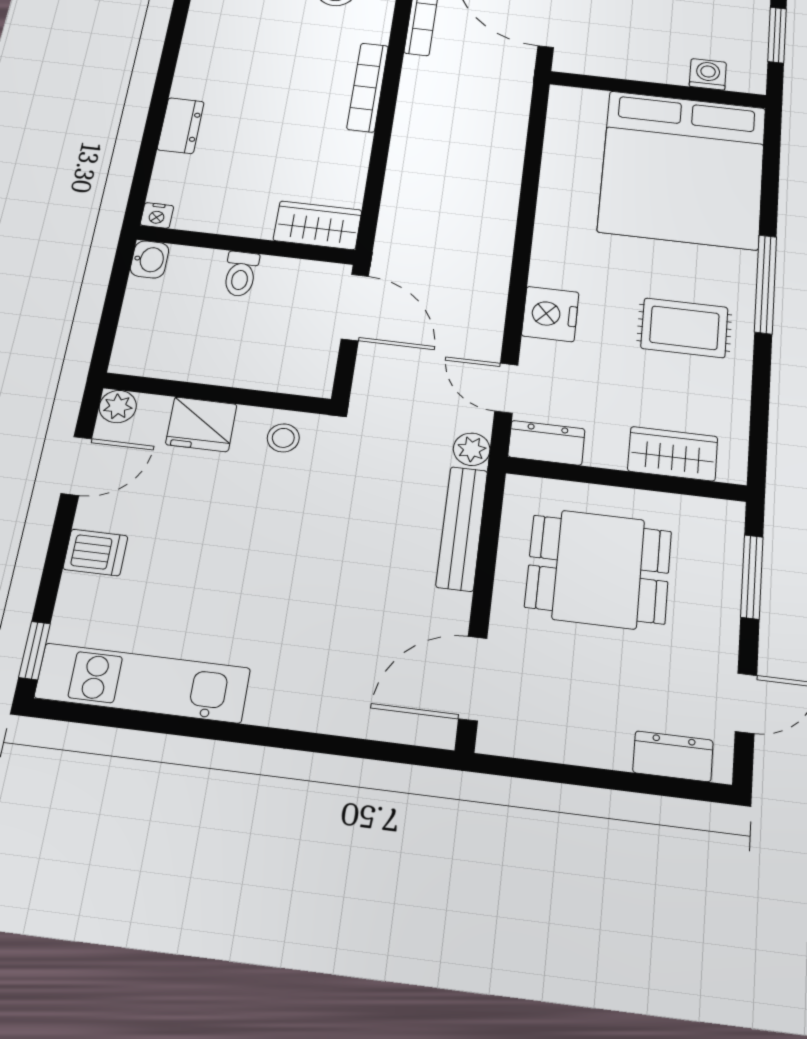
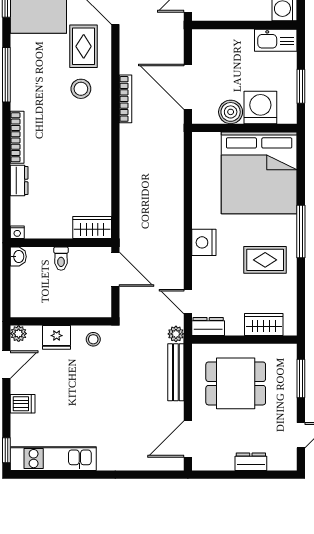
boiler: (632, 61) -> (231, 112), added
washing machine: (708, 74) -> (260, 107), width x1.89, depth x1.89
bookcase: (368, 87) -> (17, 137), moved, turned 180
nightstand: (550, 314) -> (204, 242), moved
dresser: (673, 756) -> (251, 462), moved

